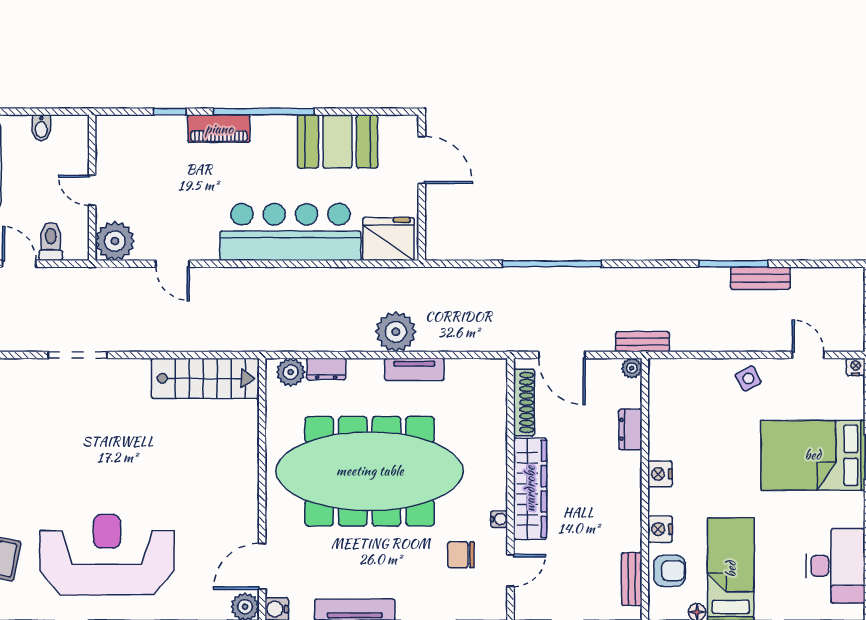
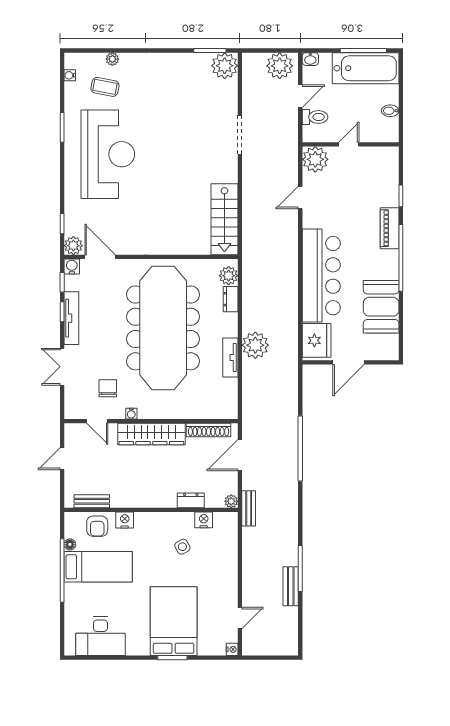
door: (422, 160) -> (348, 362), moved
side table: (748, 378) -> (182, 547), moved
nightstand: (660, 474) -> (204, 520), moved

